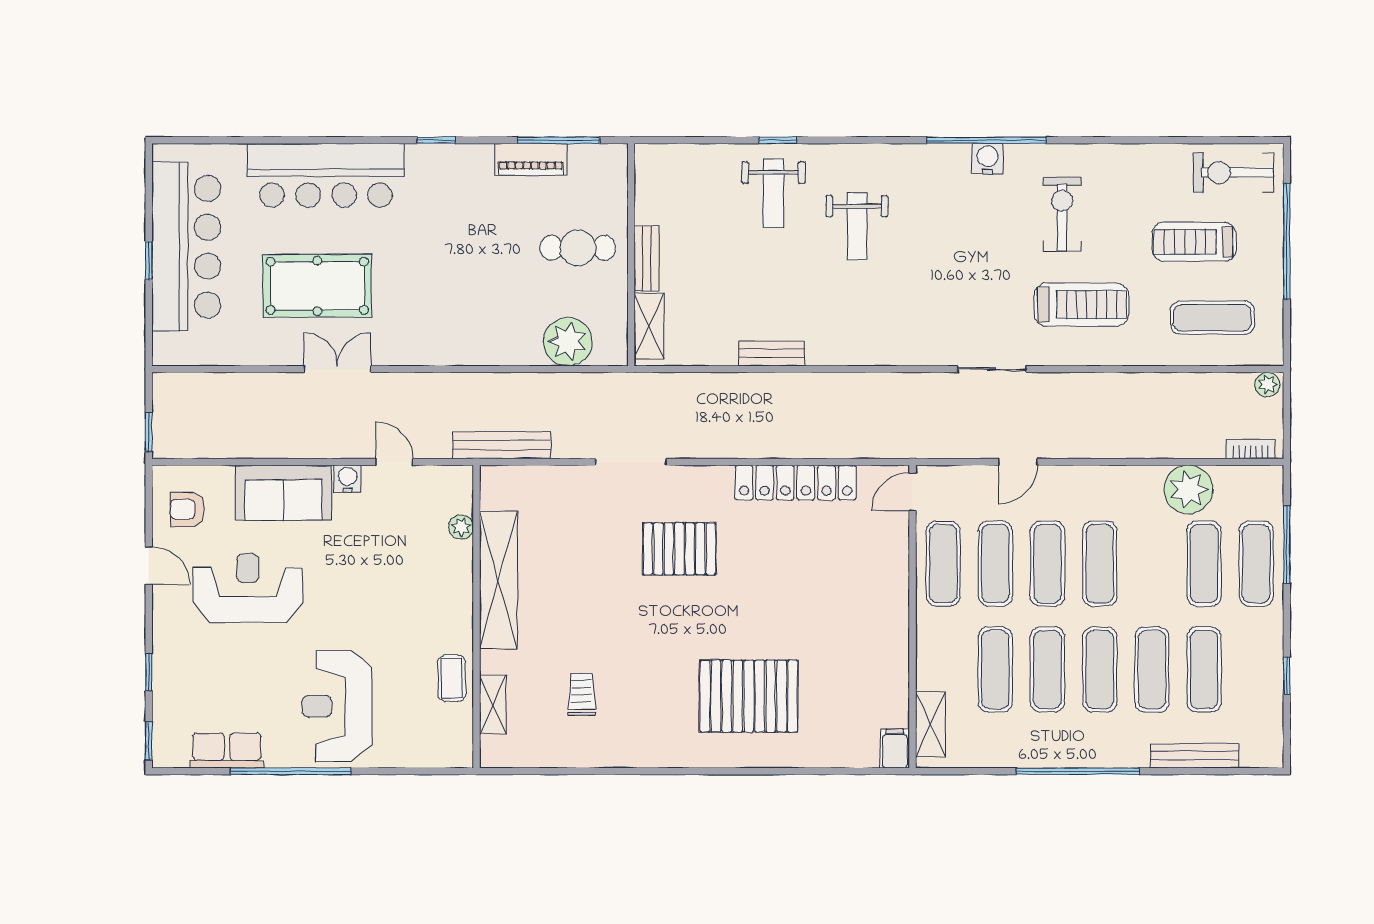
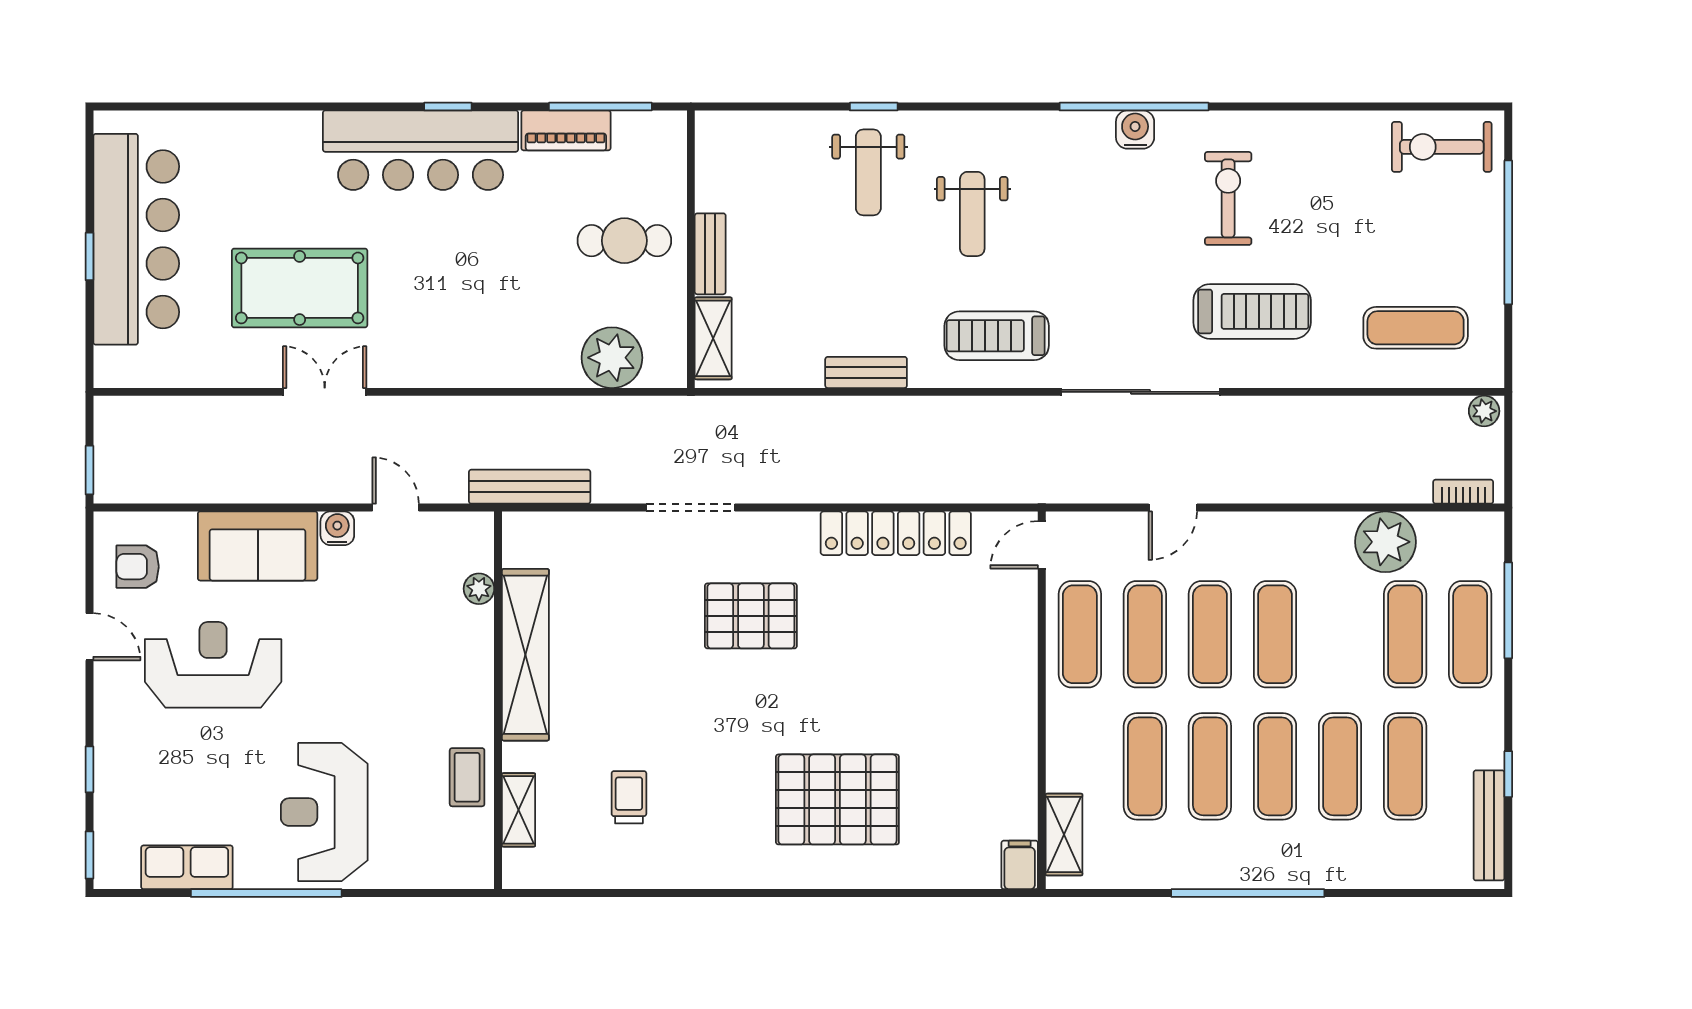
bar counter: (326, 175) -> (421, 150), moved
treadmill: (1194, 242) -> (997, 336), moved
sliding door: (992, 369) -> (1141, 392), width x1.86
bench: (1195, 756) -> (1489, 825), moved, turned 90

